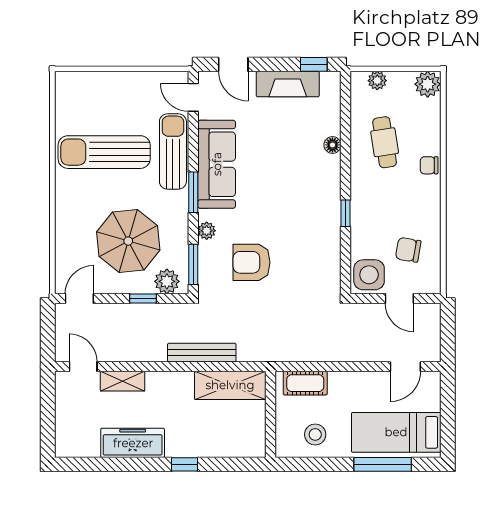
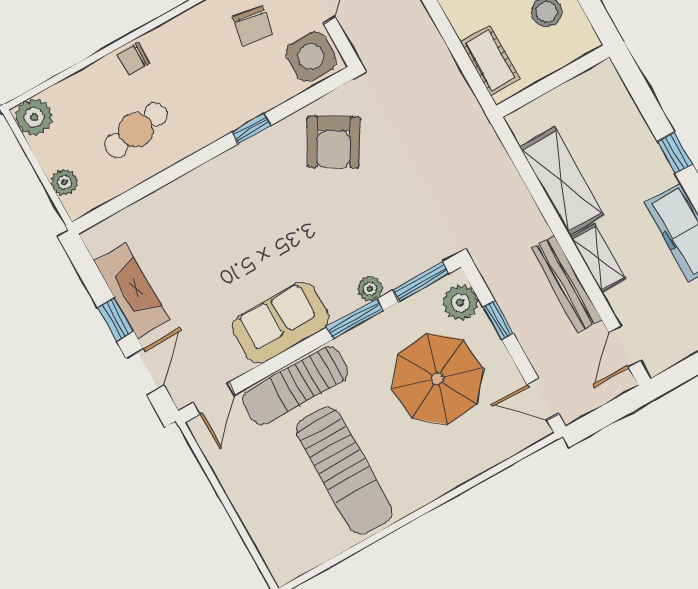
window: (314, 64) -> (116, 319), moved
floor lamp: (332, 145) -> (176, 193), removed
sofa: (217, 164) -> (281, 323), width x0.73
chair: (429, 165) -> (133, 59), turned 90
window: (193, 192) -> (355, 319), moved
armchair: (252, 262) -> (334, 142), moved, turned 30
bench: (202, 353) -> (566, 284), moved
shelving: (123, 381) -> (598, 258), moved
shelving: (230, 385) -> (562, 181), moved

